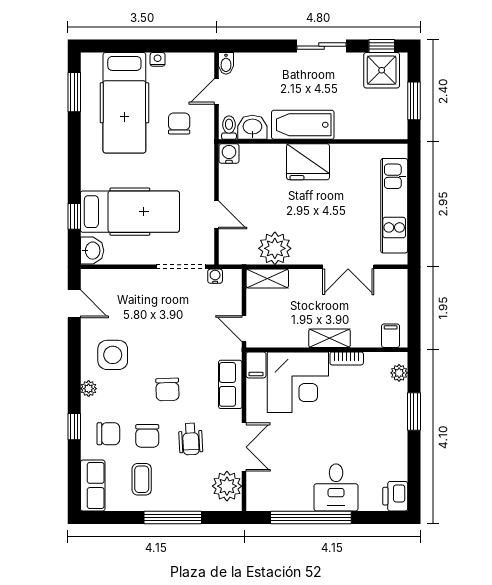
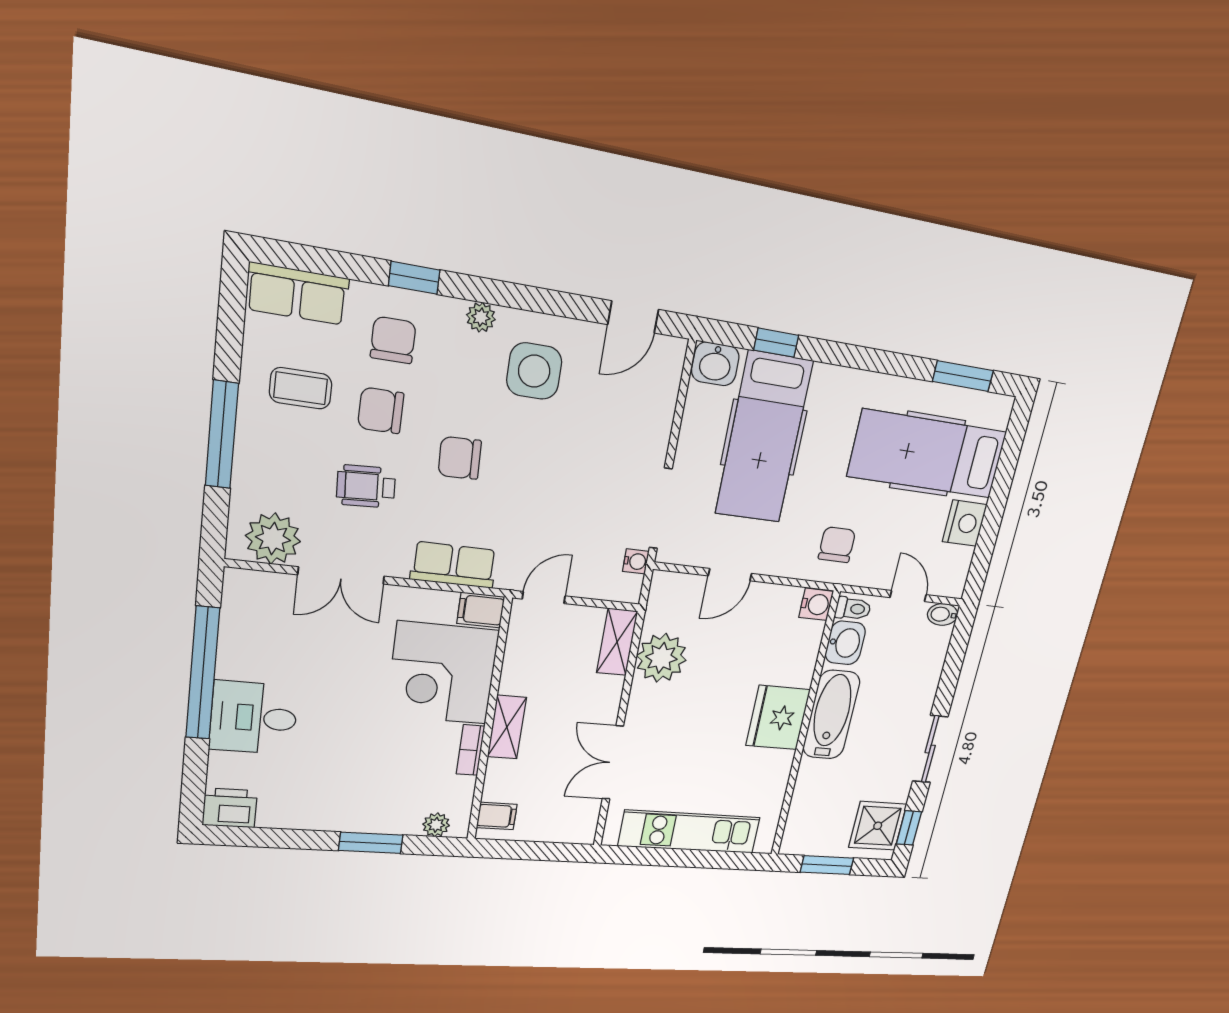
nightstand: (158, 59) -> (965, 523), width x1.89, depth x1.79
chair: (179, 123) -> (837, 545), moved, turned -90
chair: (108, 434) -> (393, 340), turned 180

